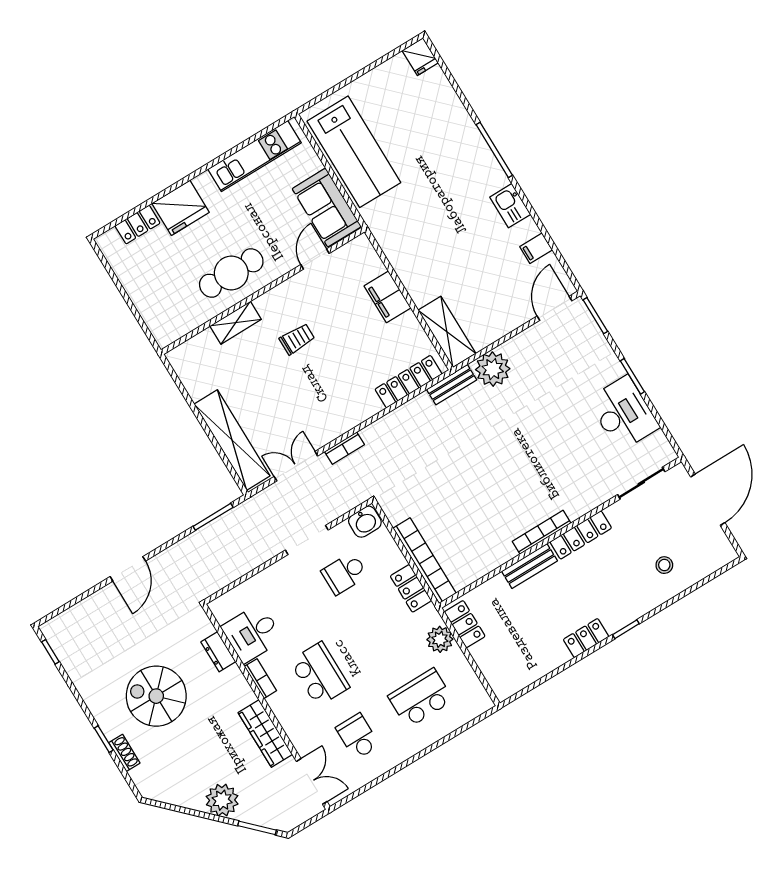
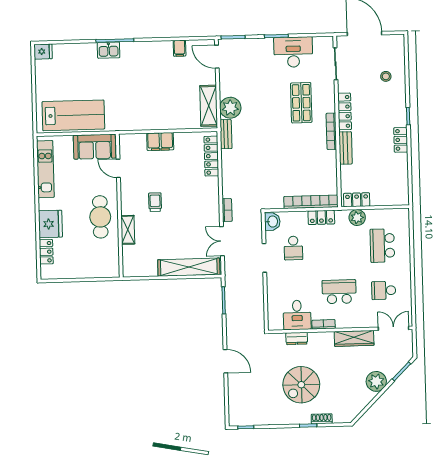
kitchen sink: (510, 206) -> (109, 50), moved
shelving: (447, 332) -> (209, 106), moved, turned 90
shop shelf: (558, 466) -> (301, 103), added

